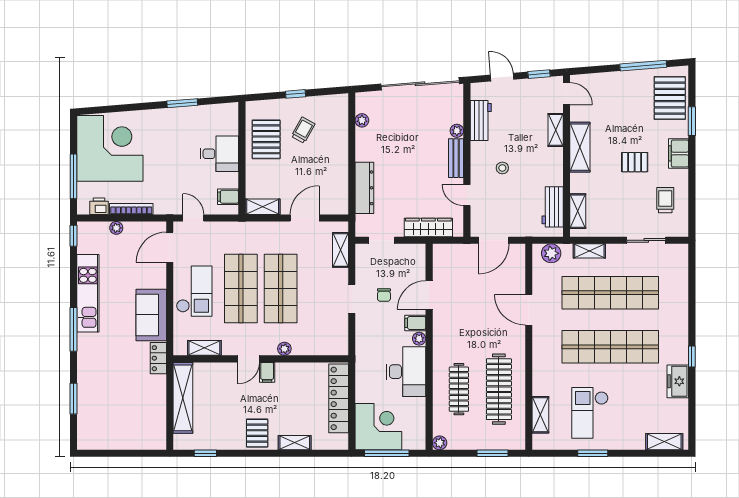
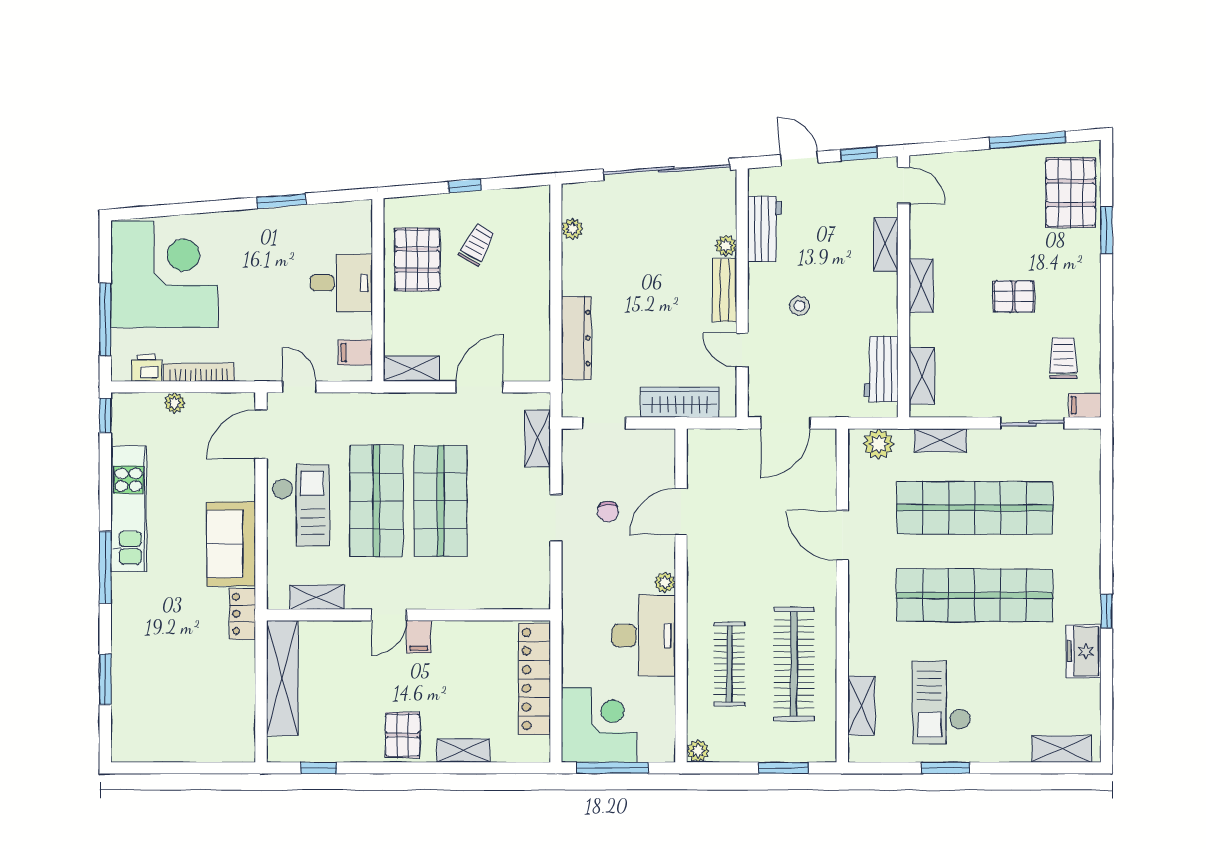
shelving: (580, 147) -> (921, 286), width x0.67, depth x0.75
filing cabinet: (679, 153) -> (1085, 405), moved, width x0.50
filing cabinet: (415, 323) -> (659, 557), removed
plant: (284, 349) -> (447, 599), removed

